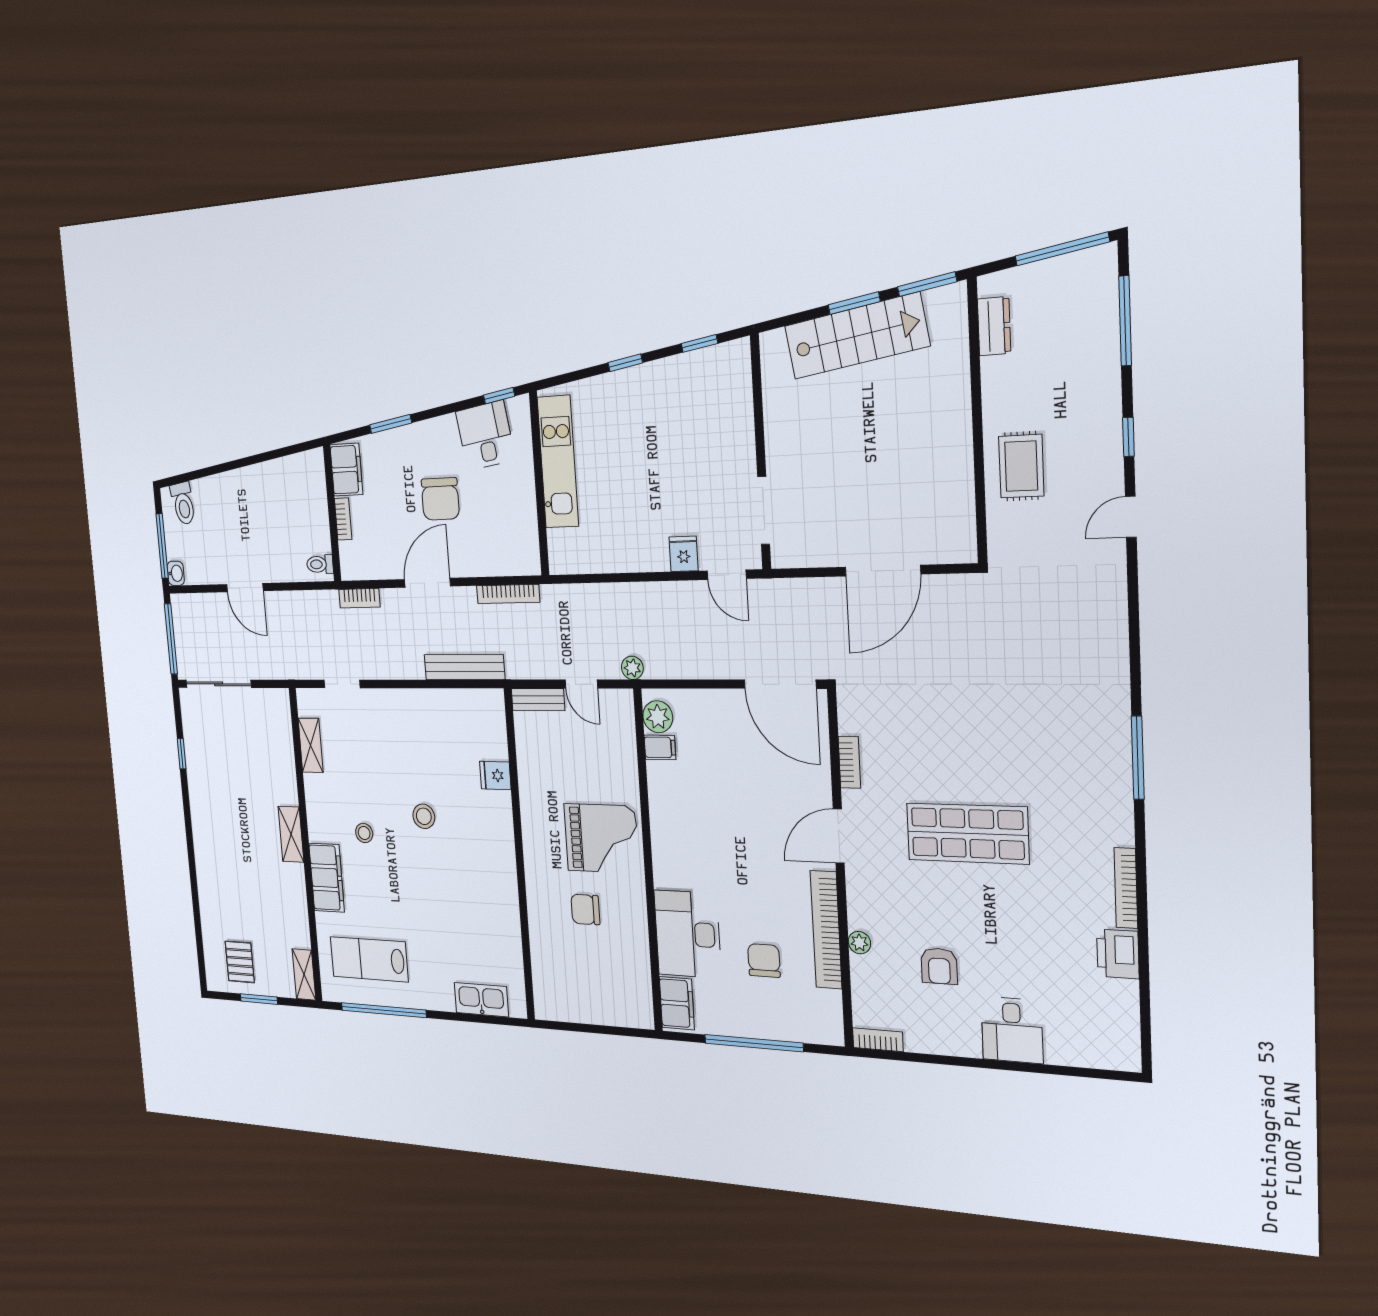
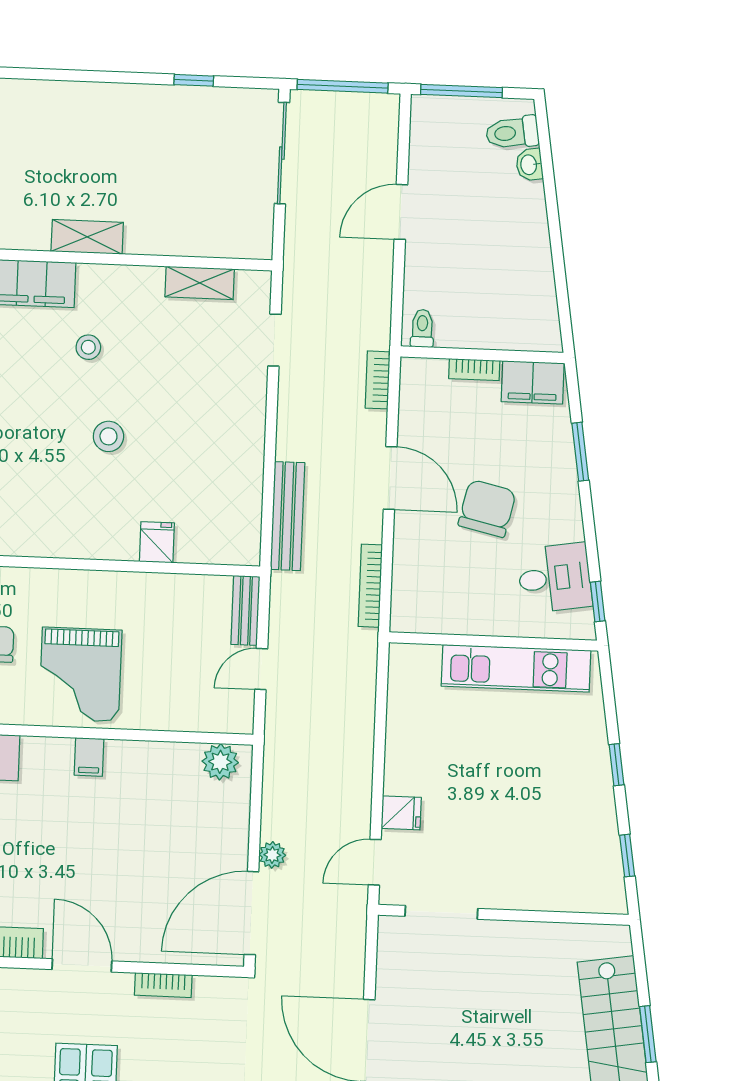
chair: (440, 499) -> (487, 508), turned 103
washbasin: (176, 573) -> (529, 165), moved, turned 81
plant: (632, 668) -> (272, 855), moved
filing cabinet: (660, 747) -> (89, 757), moved

